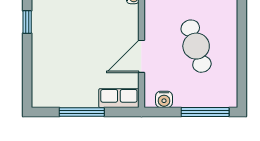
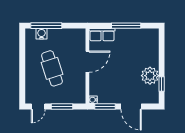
plant: (45, 35) -> (150, 76), added
water cooler: (164, 99) -> (41, 34), moved

